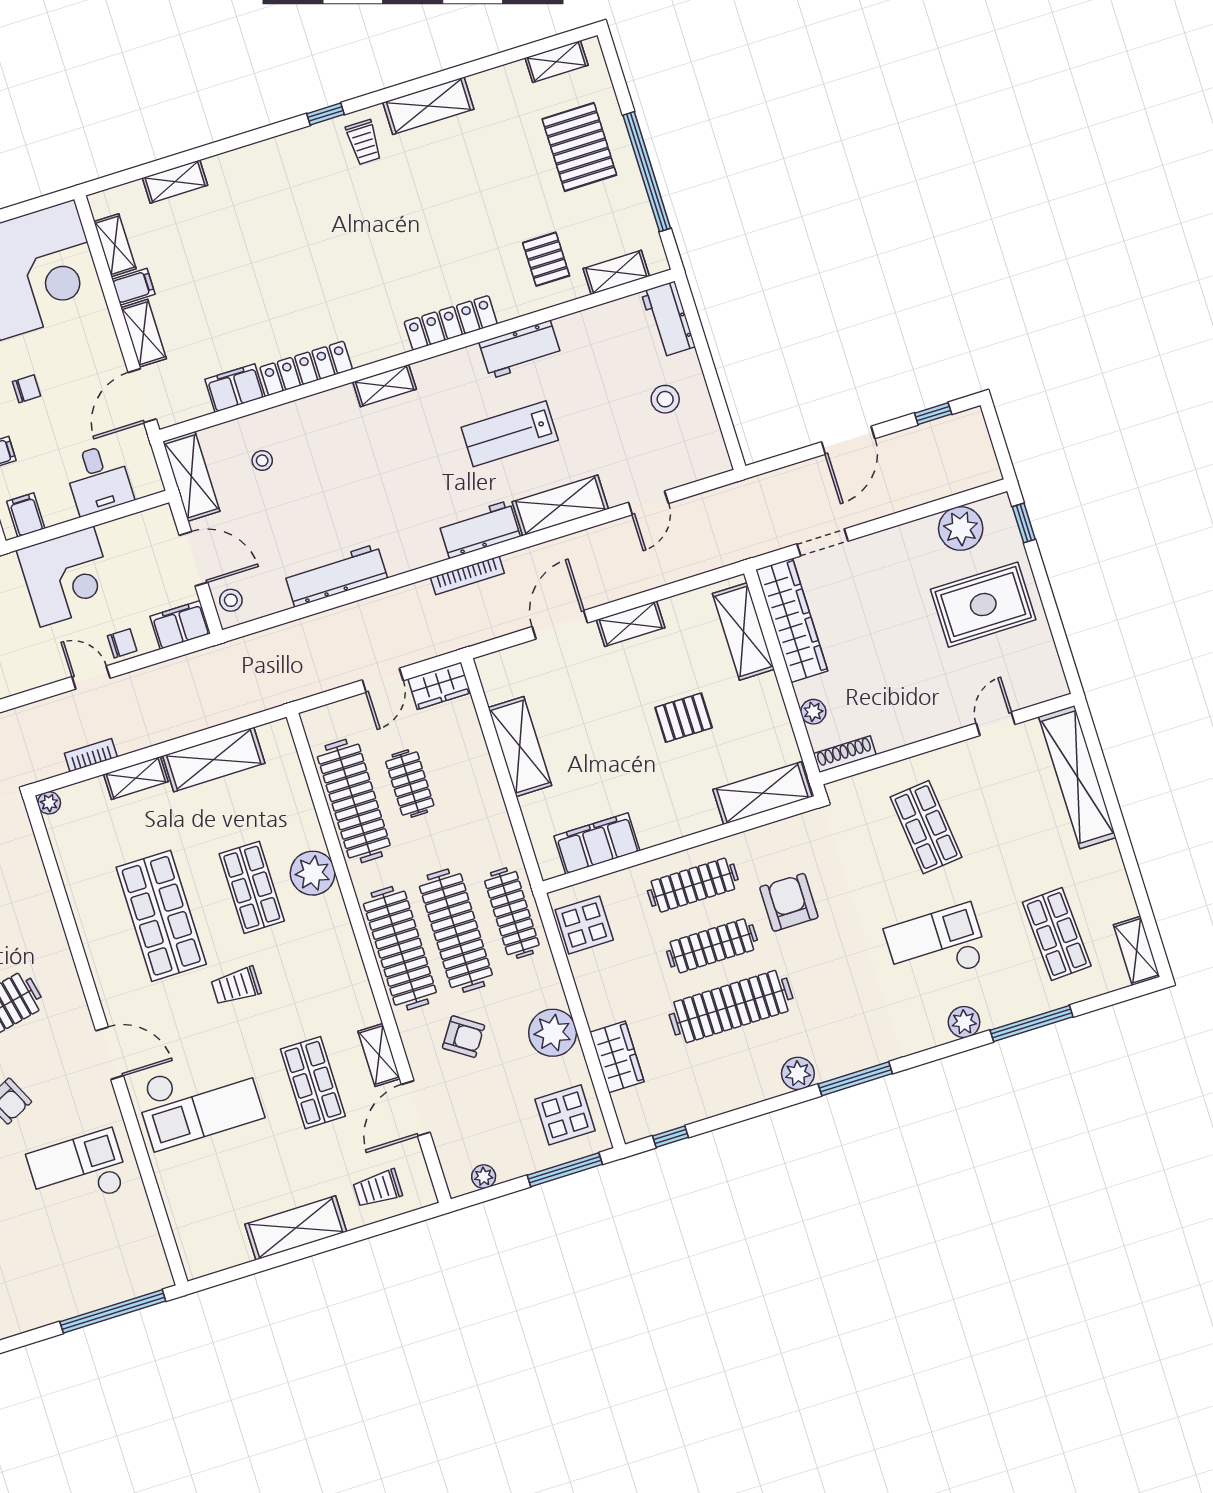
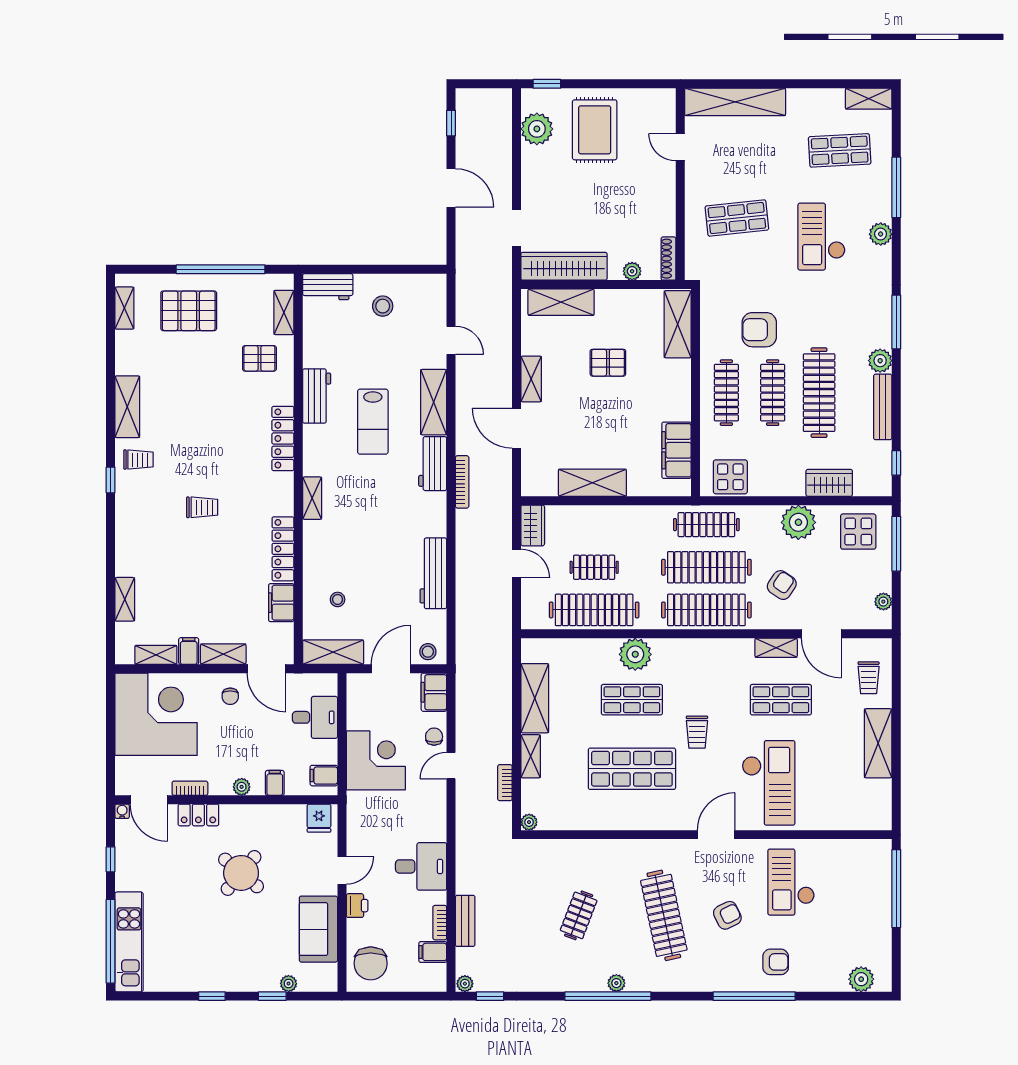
trolley: (327, 245) -> (202, 507), added
chair: (27, 389) -> (230, 696), moved, turned 180
pallet: (684, 718) -> (608, 363), turned 90
bench: (738, 1096) -> (883, 407), added

